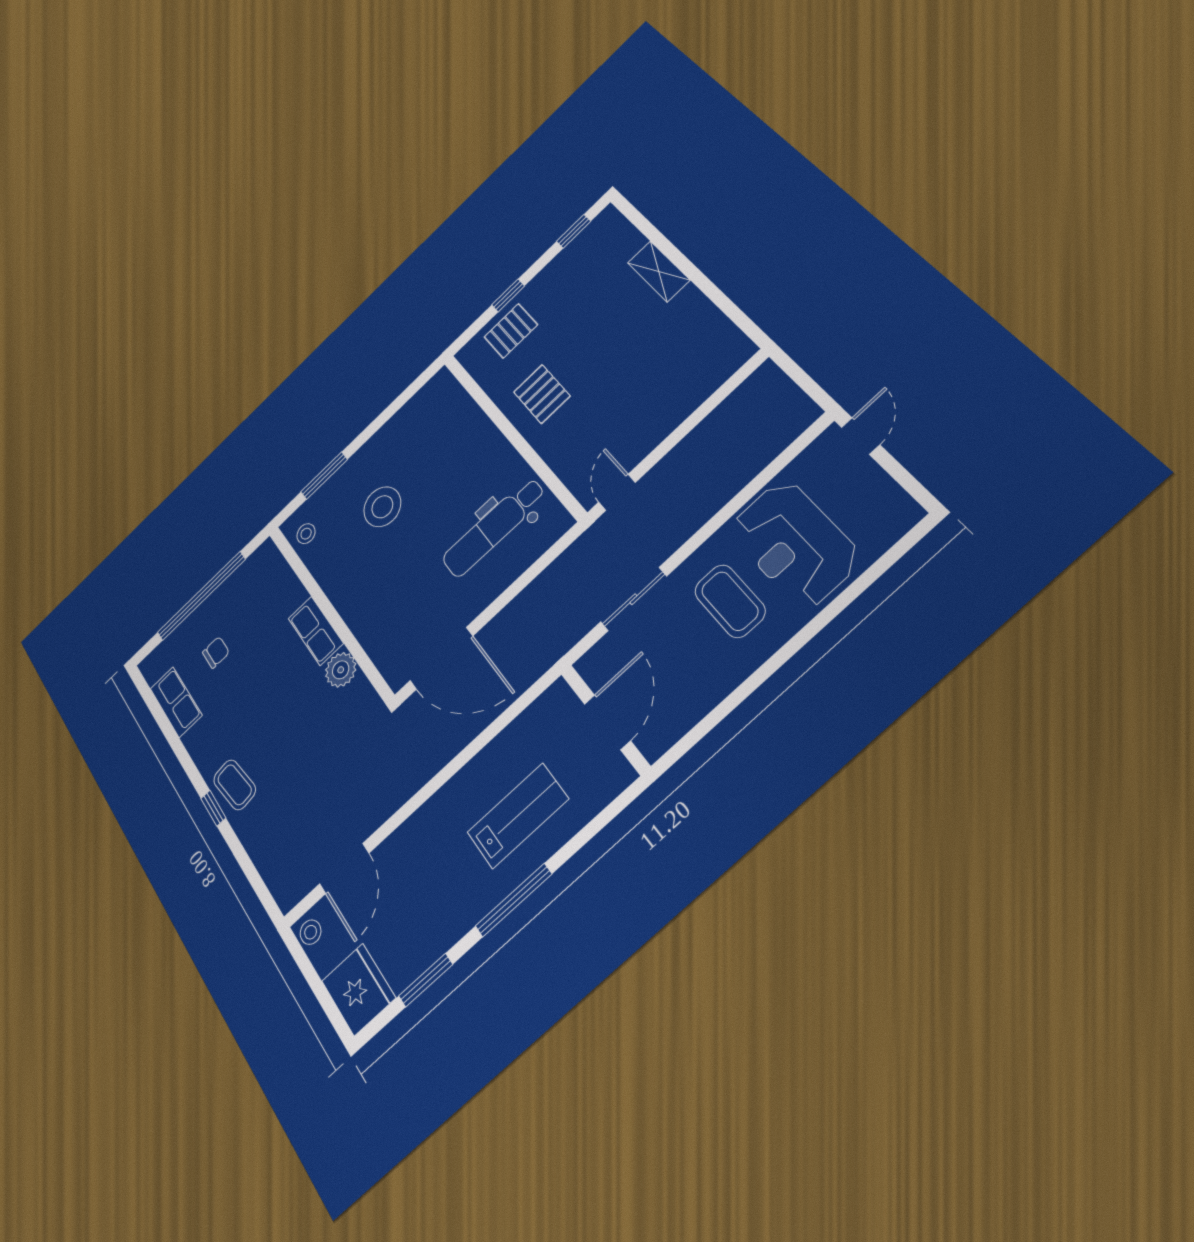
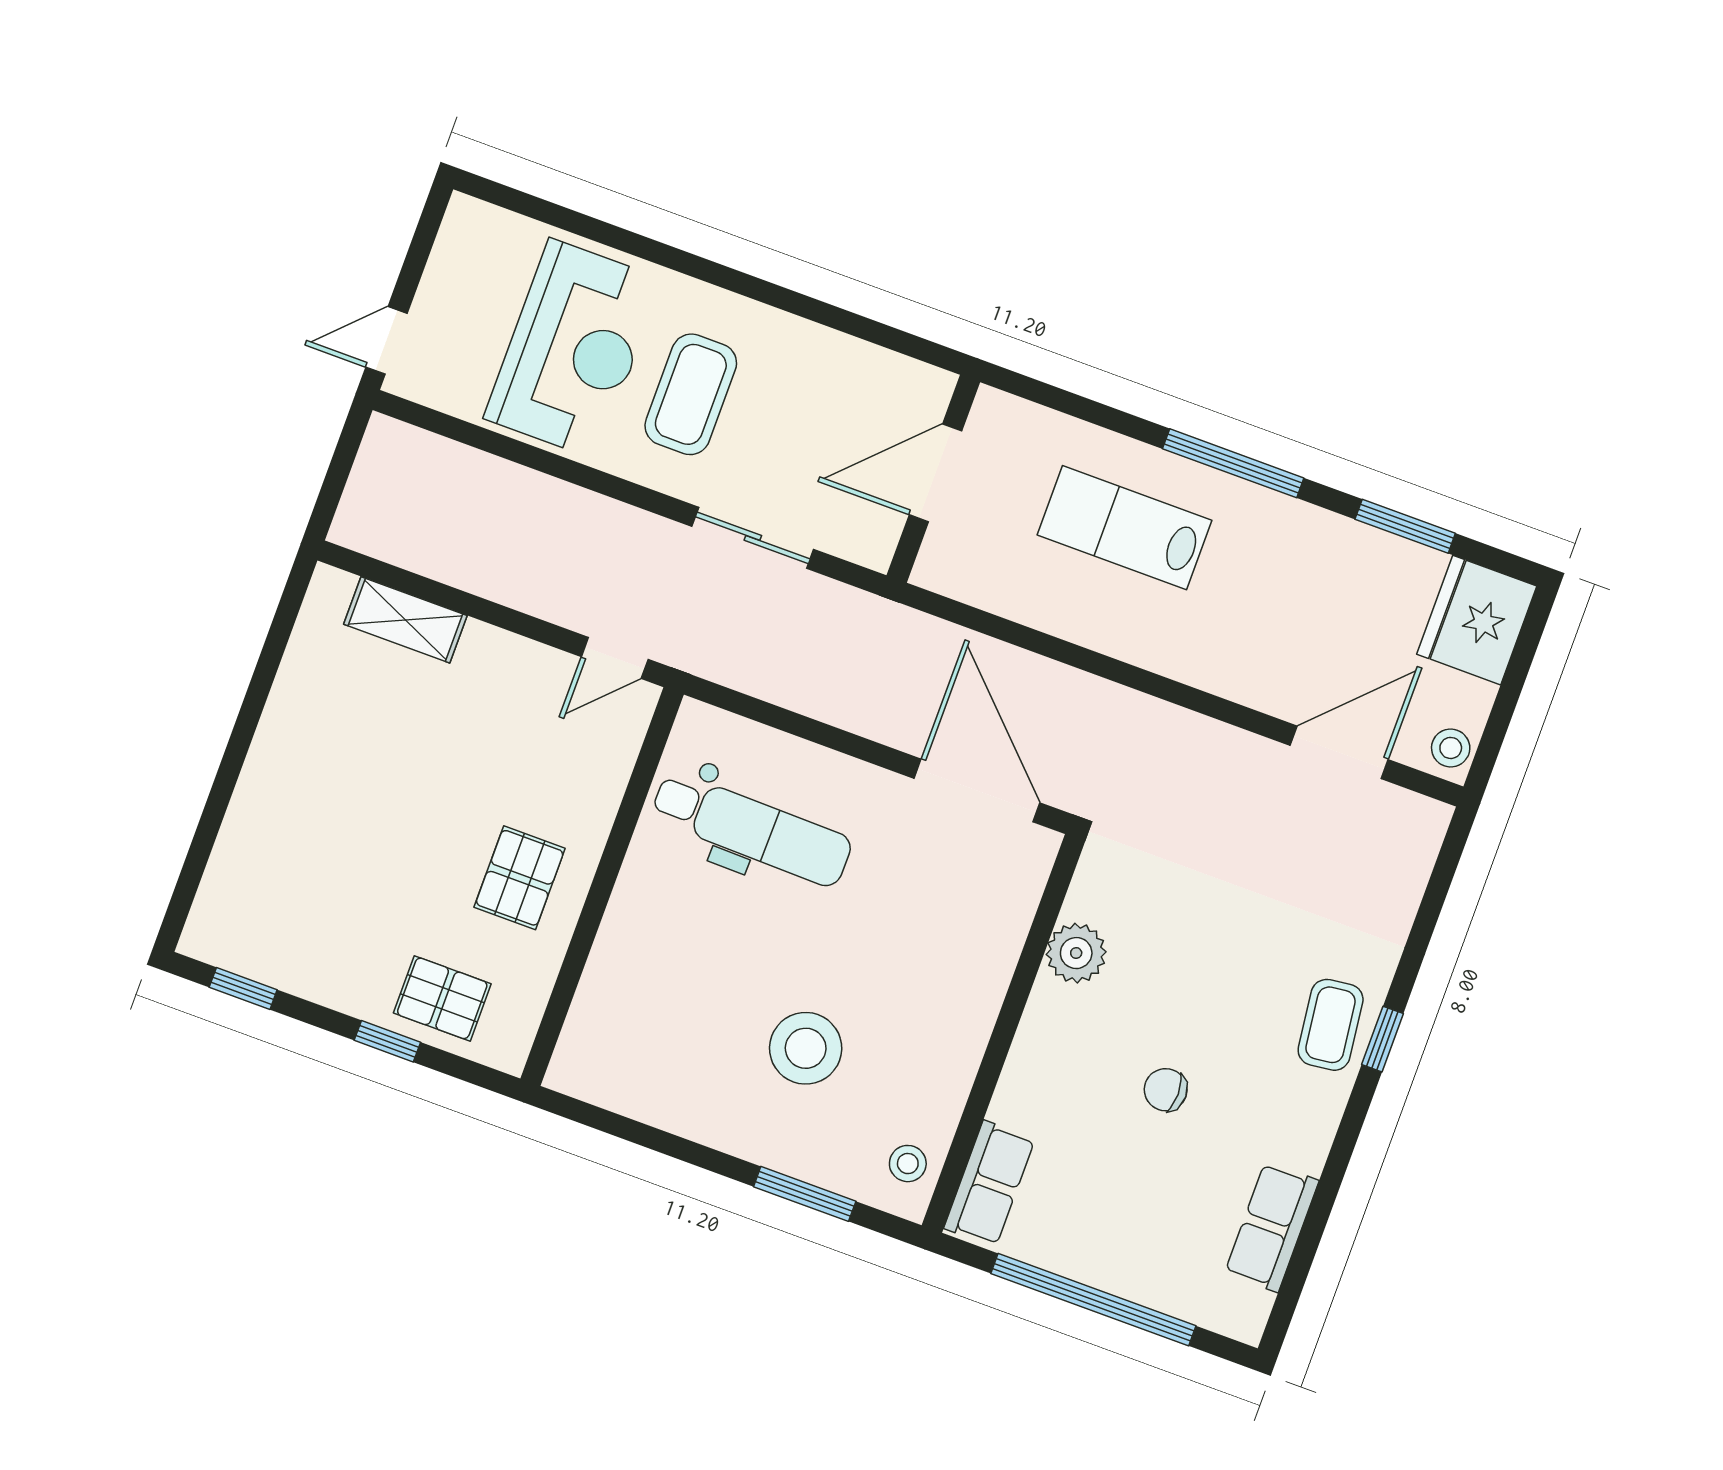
shelving: (659, 271) -> (405, 620), moved, turned 90
row of seats: (316, 631) -> (989, 1184), moved
chair: (216, 652) -> (1166, 1090), moved

